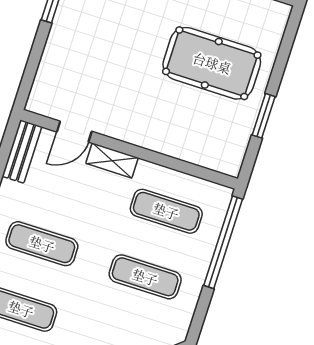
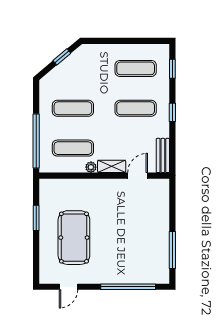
pool table: (212, 63) -> (74, 238), turned 90
plant: (147, 170) -> (91, 167), added

